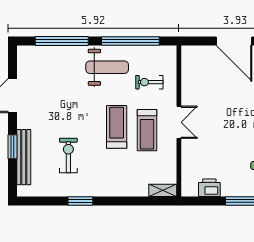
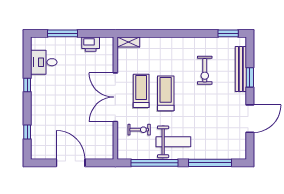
weight bench: (107, 67) -> (173, 142), turned 180
double door: (179, 122) -> (115, 97), width x1.87
treadmill: (117, 127) -> (166, 93), turned 180
window: (80, 201) -> (228, 33), moved

